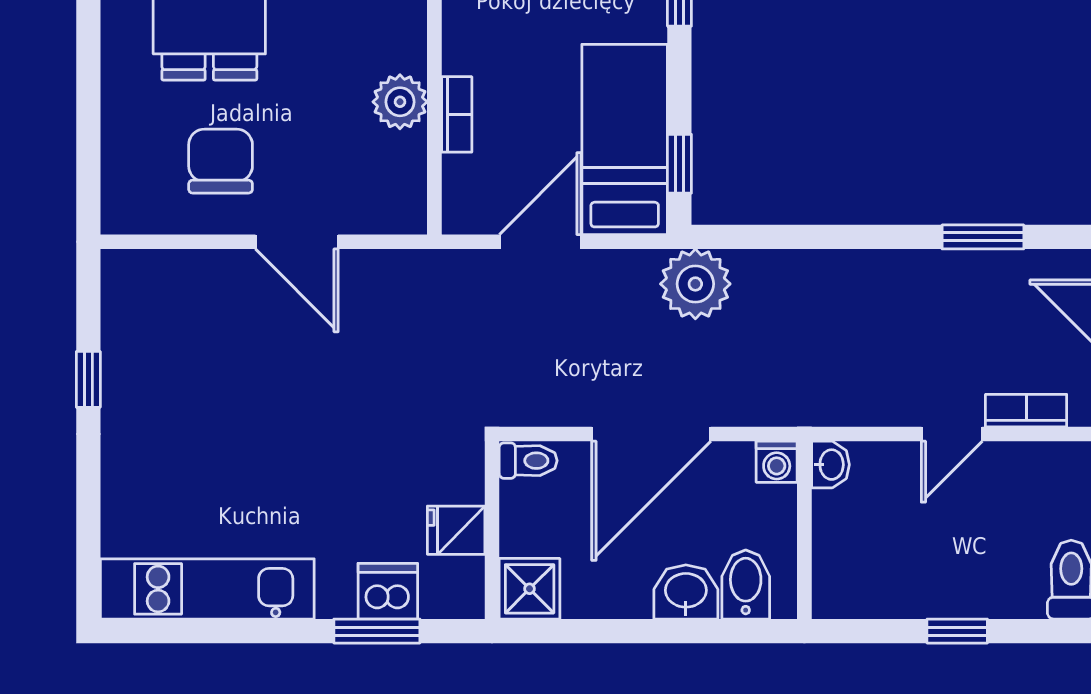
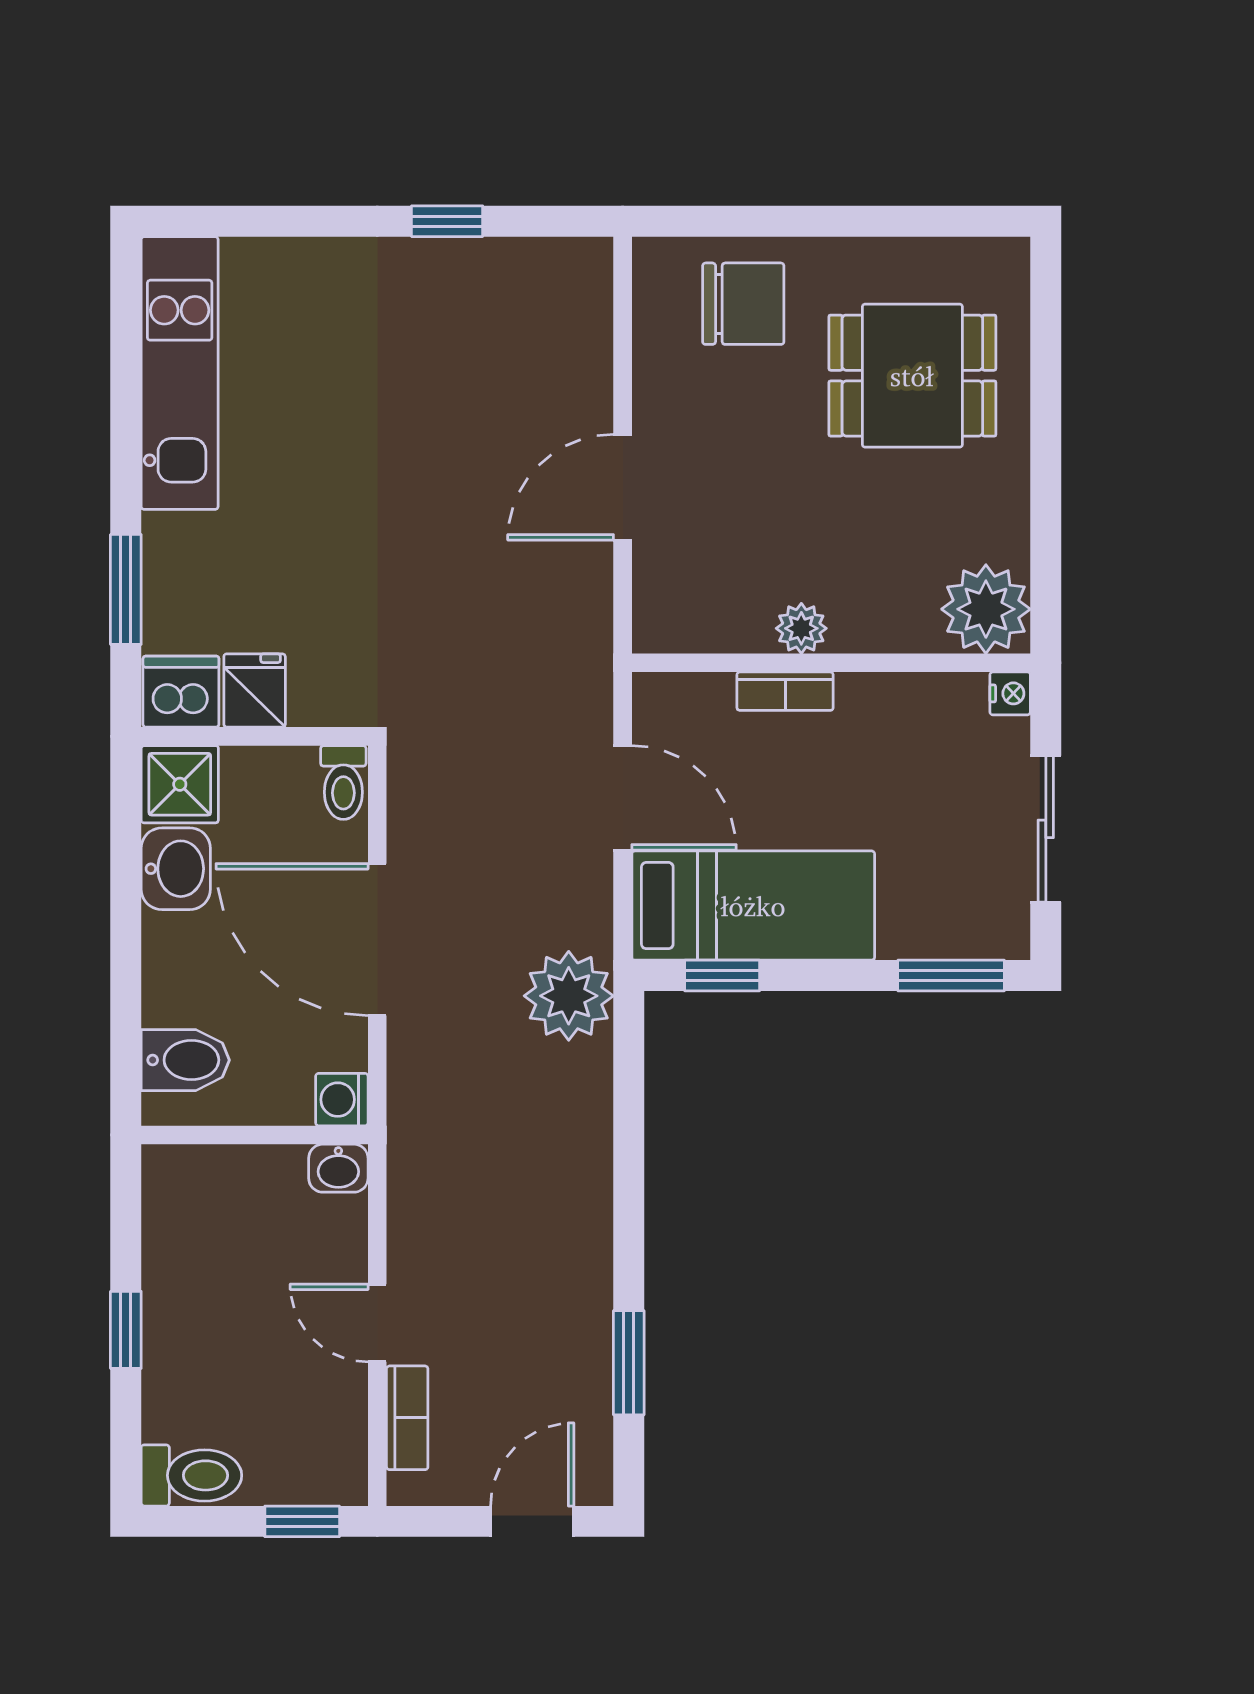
plant: (400, 102) -> (801, 628), width x0.73, depth x0.73
chair: (221, 161) -> (743, 304), moved
dishwasher: (388, 591) -> (181, 692), moved, turned -90
washbasin: (686, 592) -> (176, 869), moved

